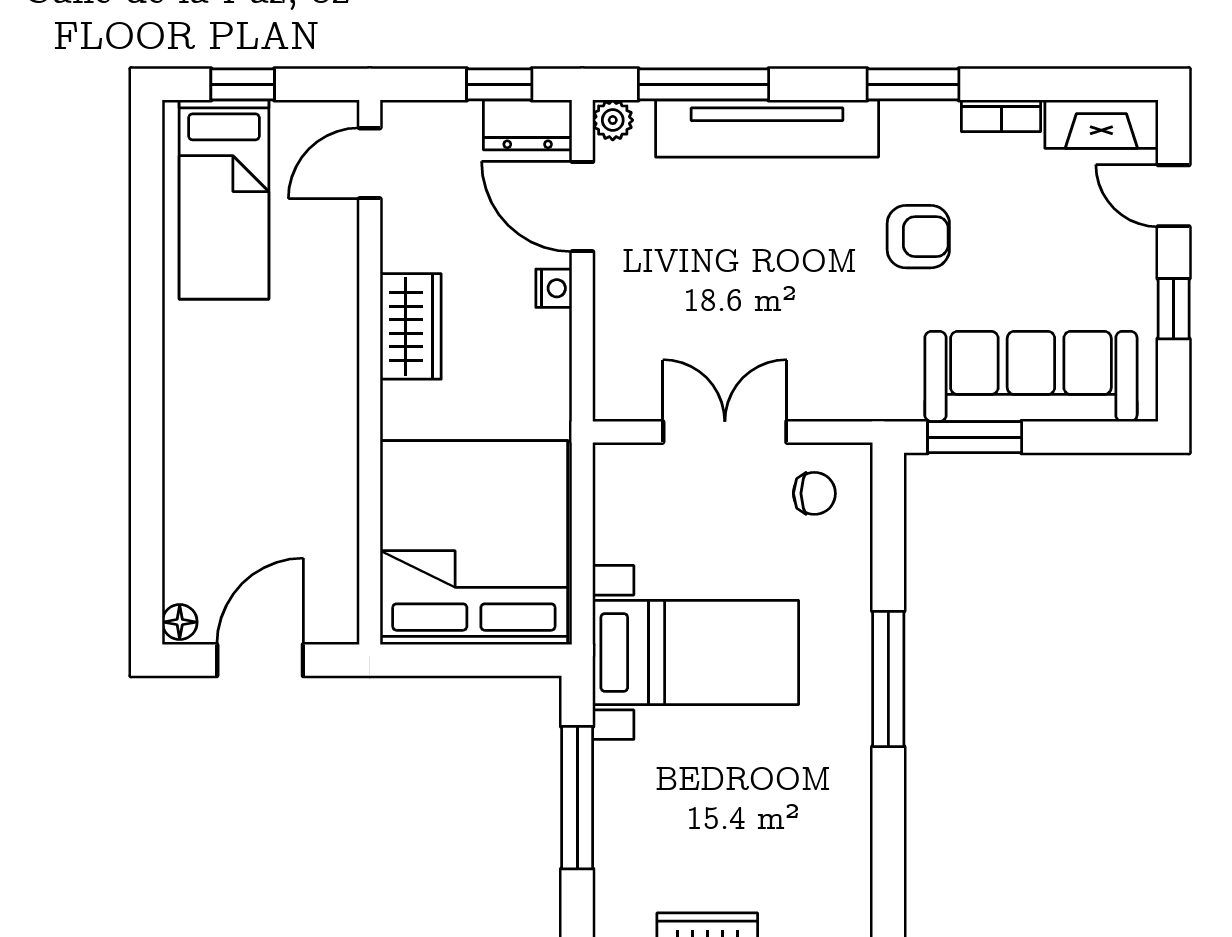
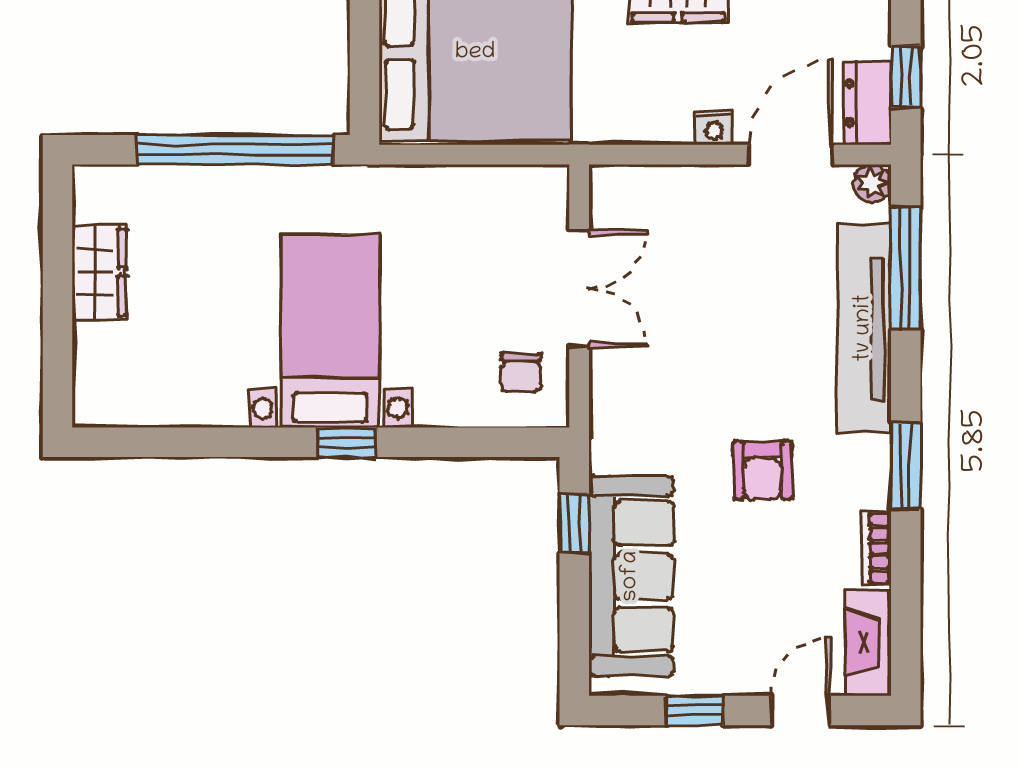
window: (975, 437) -> (574, 523), width x0.67
bed with nightstands: (696, 652) -> (330, 331), moved, turned 180
window: (888, 679) -> (347, 442), width x0.46
window: (577, 798) -> (235, 150), width x1.46

